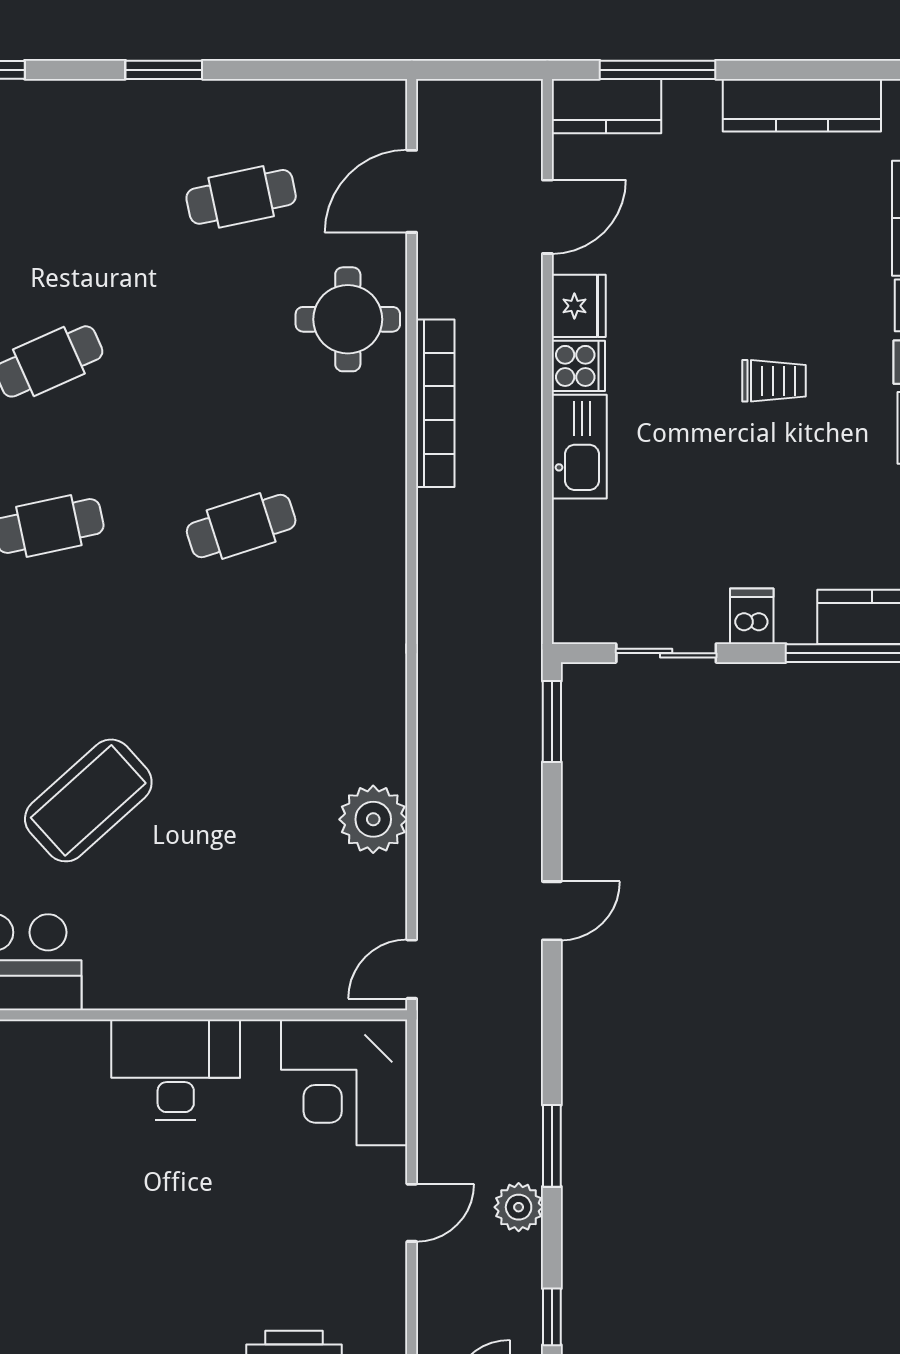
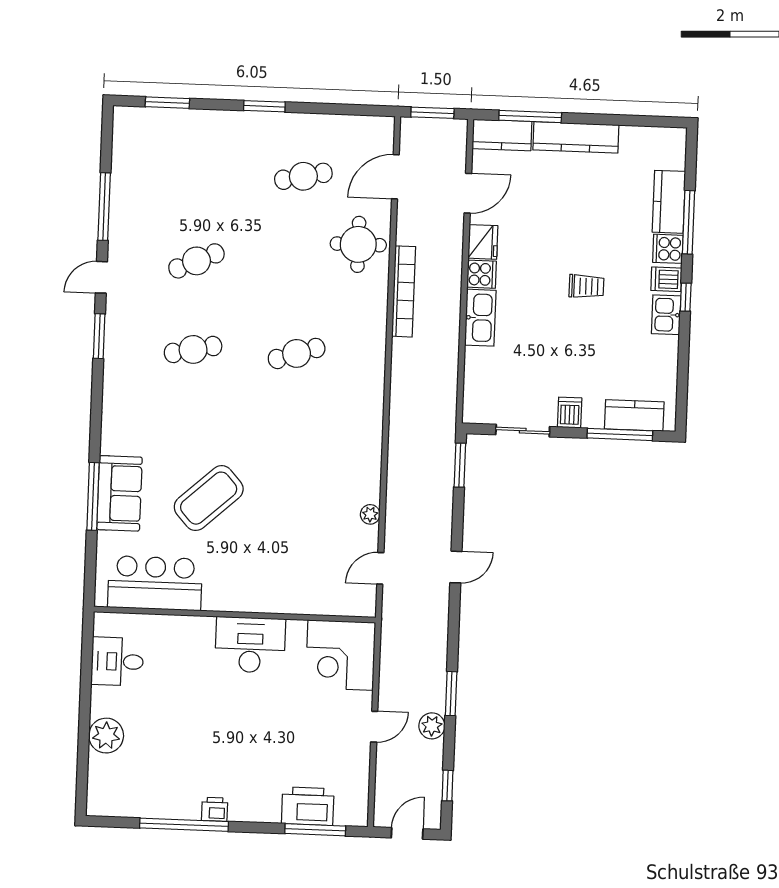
window: (476, 70) -> (432, 113), added
kitchen counter: (802, 105) -> (576, 137), moved
plant: (373, 819) -> (370, 514), width x0.53, depth x0.53
door: (412, 969) -> (380, 568), moved

